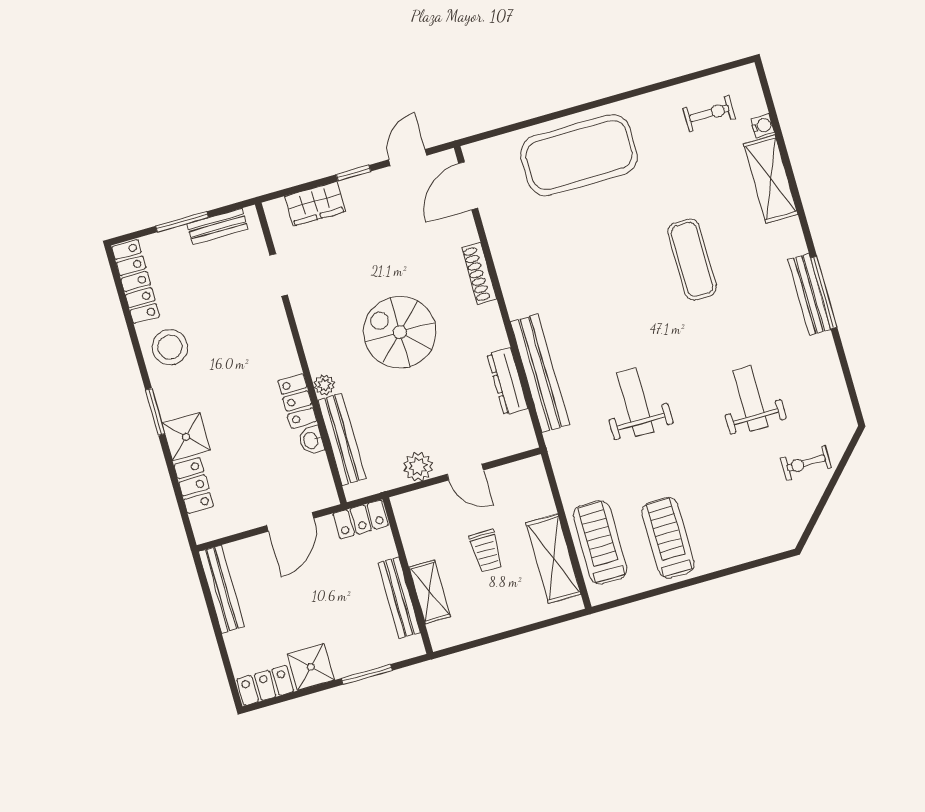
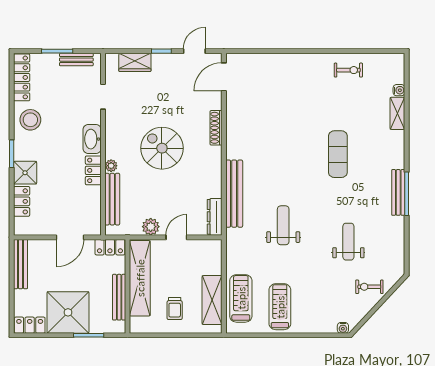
exercise bike: (709, 113) -> (348, 70), moved
exercise mat: (579, 155) -> (291, 77), removed
shelving: (771, 179) -> (397, 113), width x0.67, depth x0.75
dresser: (507, 381) -> (215, 217), moved
washbasin: (311, 440) -> (92, 139), moved, width x1.91, depth x1.45
door: (465, 472) -> (176, 237), swing flipped
water cooler: (782, 543) -> (343, 328), added
trolley: (486, 551) -> (175, 309), moved
shelving: (430, 592) -> (140, 278), width x2.20, depth x1.33
shower: (311, 667) -> (68, 312), width x1.86, depth x1.86

